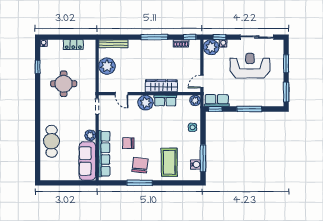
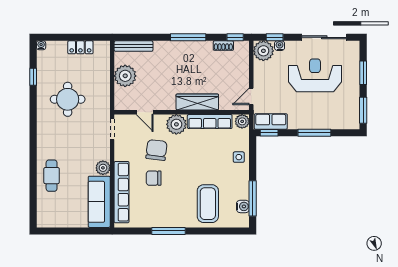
row of seats: (165, 101) -> (210, 122), width x1.48
cafe table: (51, 141) -> (52, 176), width x0.73, depth x0.74
chair: (140, 165) -> (156, 150), moved

